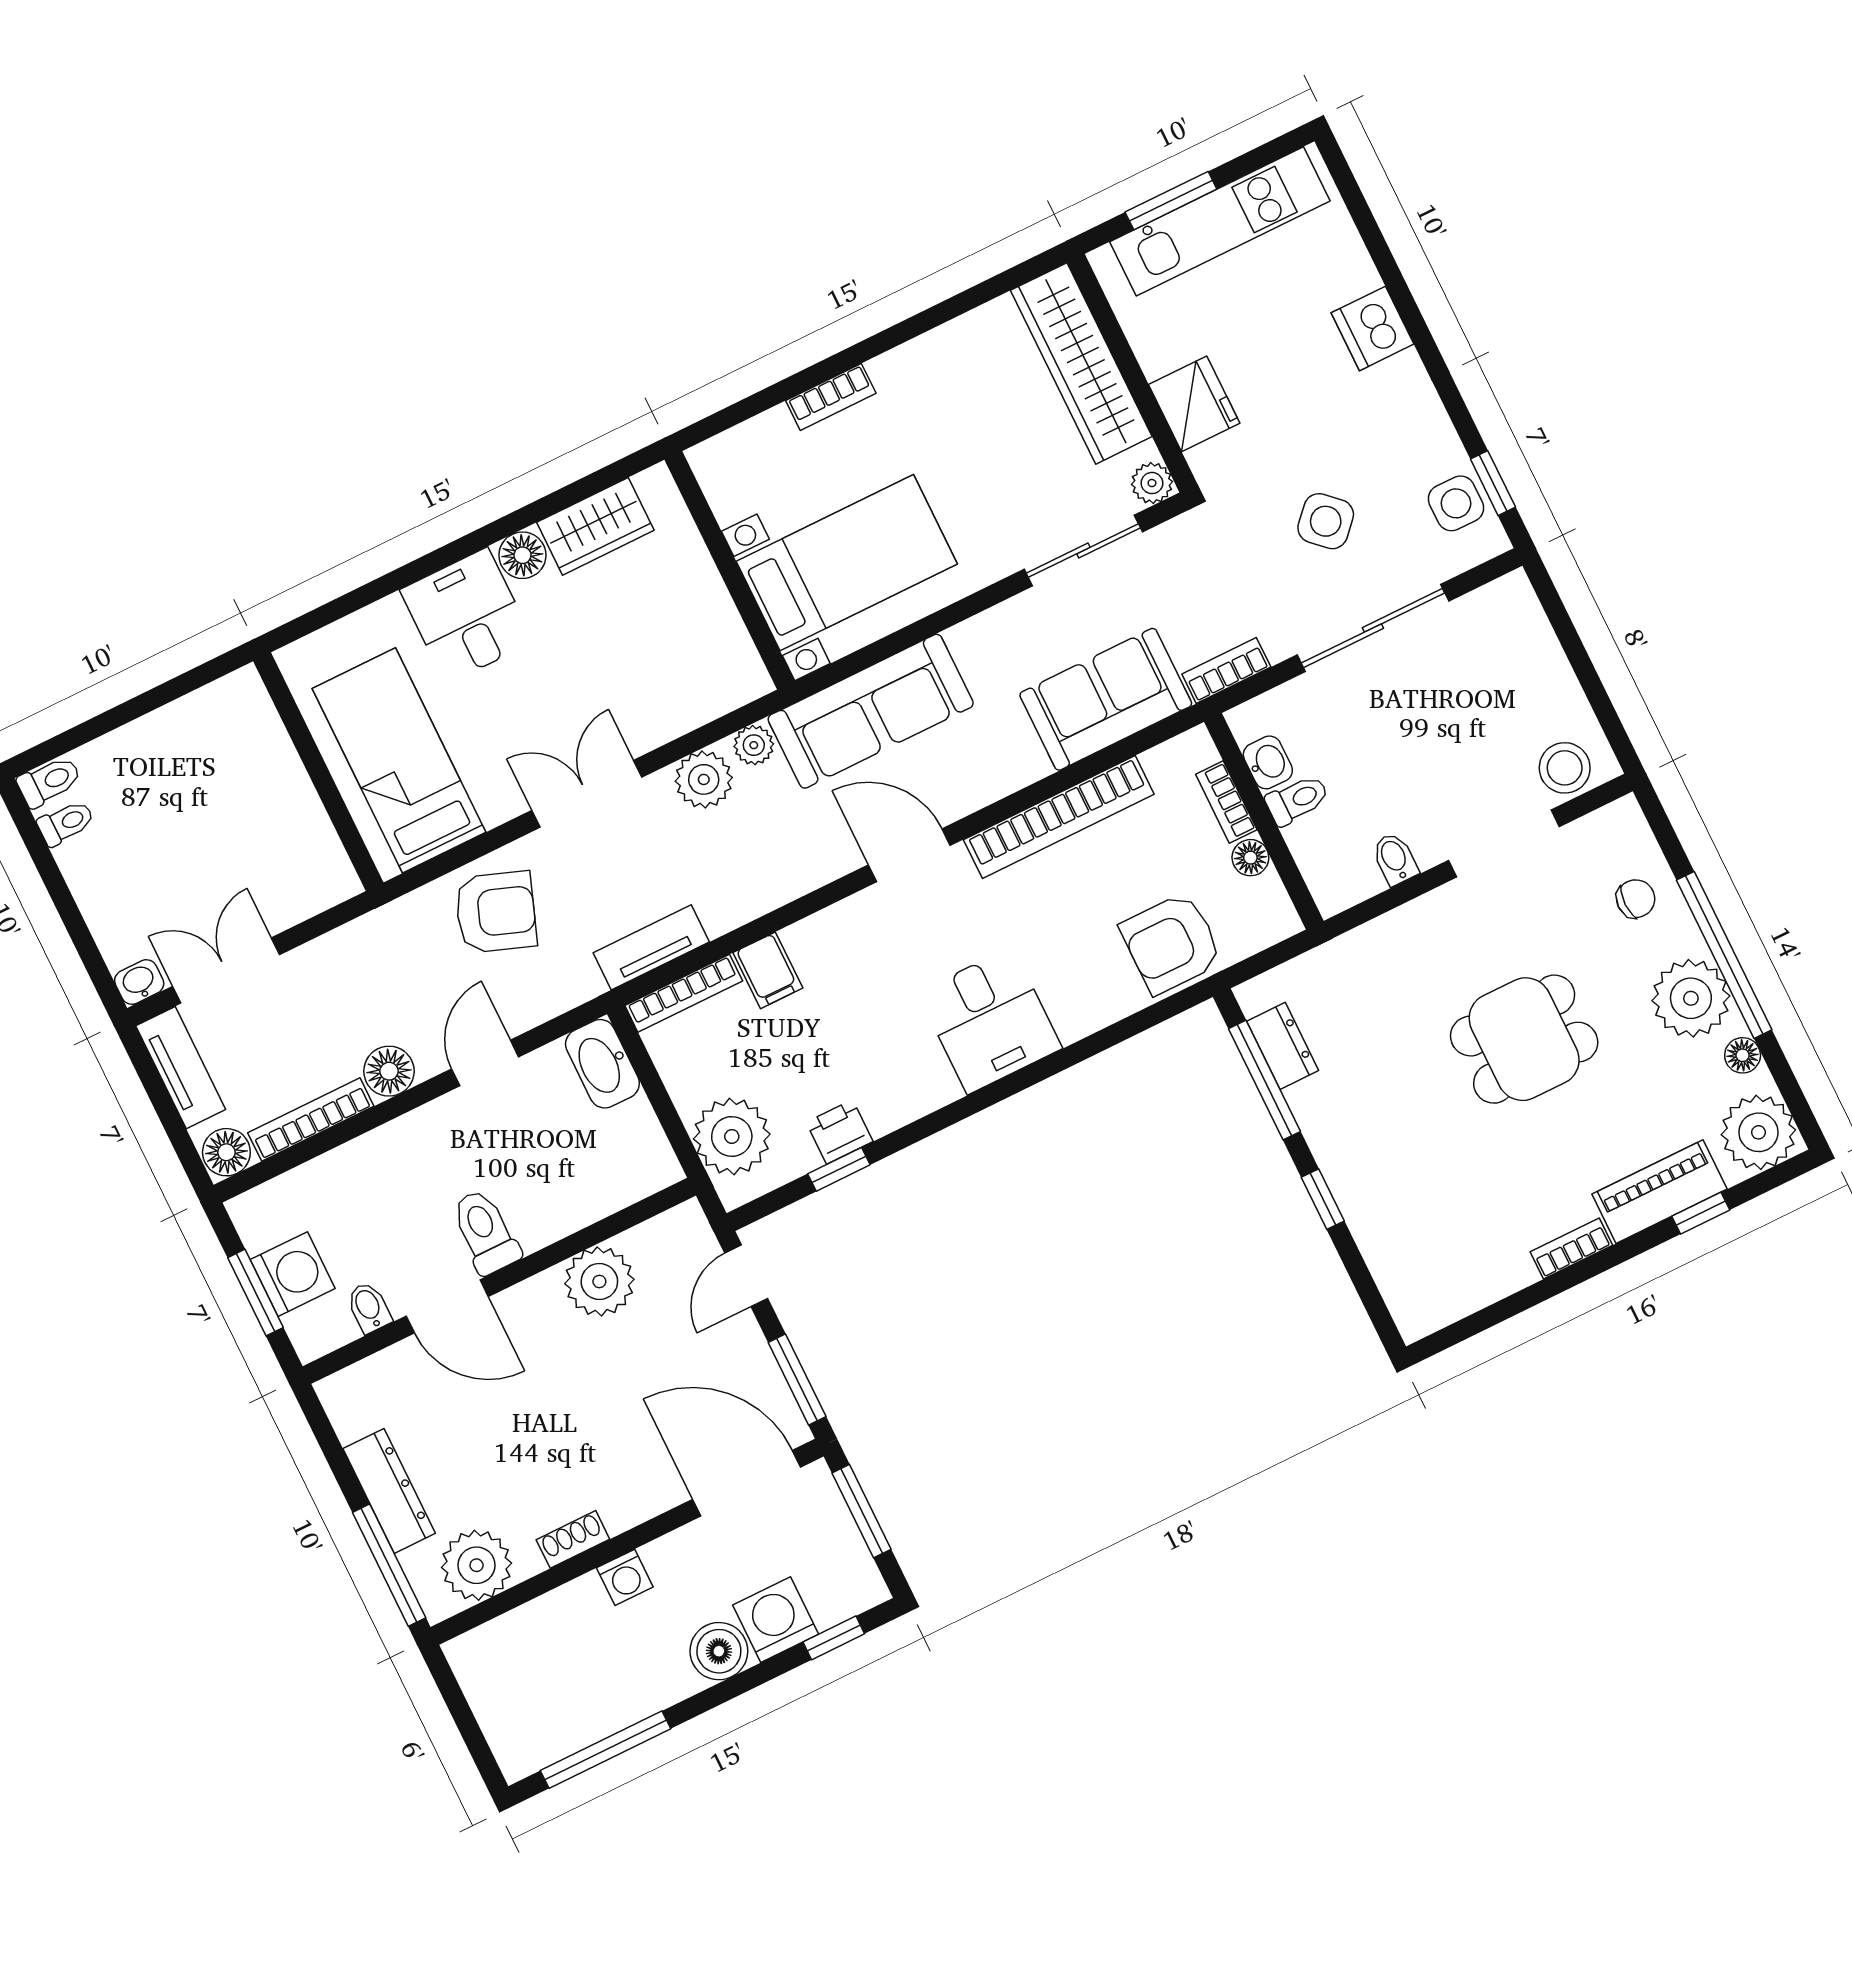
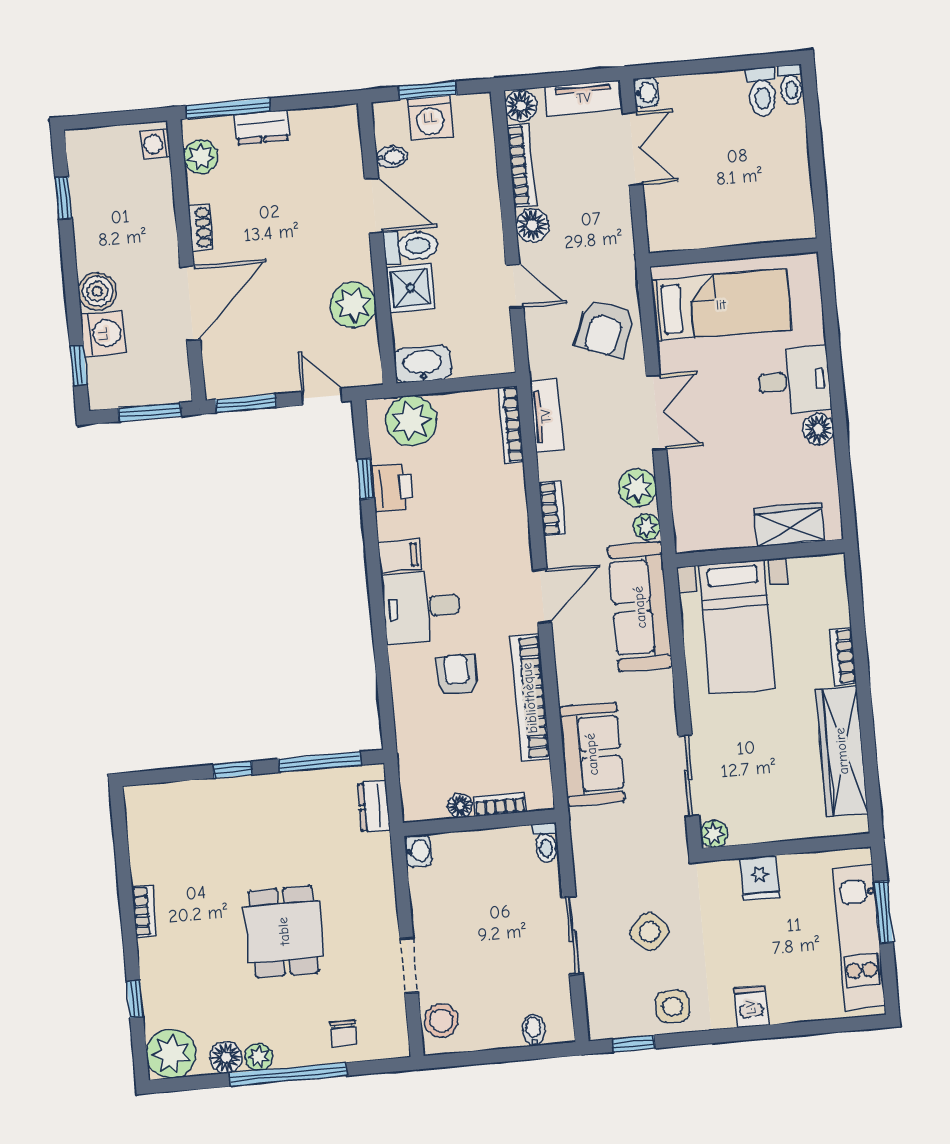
dishwasher: (1373, 328) -> (751, 1007), width x0.73
wardrobe: (1081, 363) -> (842, 751), moved, turned -90
fridge: (1194, 404) -> (760, 878), width x0.72
side table: (1456, 503) -> (673, 1006), moved
wardrobe: (595, 526) -> (789, 525), moved, turned 90
sliding door: (1373, 628) -> (573, 936), width x0.73
bookcase: (1226, 670) -> (552, 509), moved
washbasin: (1268, 762) -> (418, 851), moved, turned -90
toilet: (1297, 800) -> (546, 843), moved
toilet: (66, 823) -> (762, 92), width x1.37, depth x1.39
doorway: (1504, 843) -> (409, 965), width x0.73
bidet: (1395, 859) -> (534, 1030), moved, turned -90
armchair: (1171, 943) -> (457, 675), moved, width x0.72, depth x0.72
filing cabinet: (768, 970) -> (400, 556), moved, turned 180
plant: (1691, 998) -> (259, 1057), width x0.53, depth x0.53
dresser: (1283, 1046) -> (374, 806), moved, turned 90
floor lamp: (1743, 1055) -> (226, 1057), width x1.37, depth x1.37
washbasin: (602, 1064) -> (423, 364), moved
printer: (840, 1132) -> (392, 488), width x1.36, depth x1.24
piano: (1659, 1192) -> (158, 979), removed
shower: (544, 1210) -> (410, 288), added
door: (447, 1306) -> (374, 205), swing flipped
door: (747, 1483) -> (190, 303), moved
dresser: (389, 1491) -> (262, 127), width x0.70
plant: (477, 1565) -> (201, 157), width x0.73, depth x0.73
washing machine: (625, 1577) -> (155, 144), moved
window: (606, 1750) -> (63, 198), width x0.46

